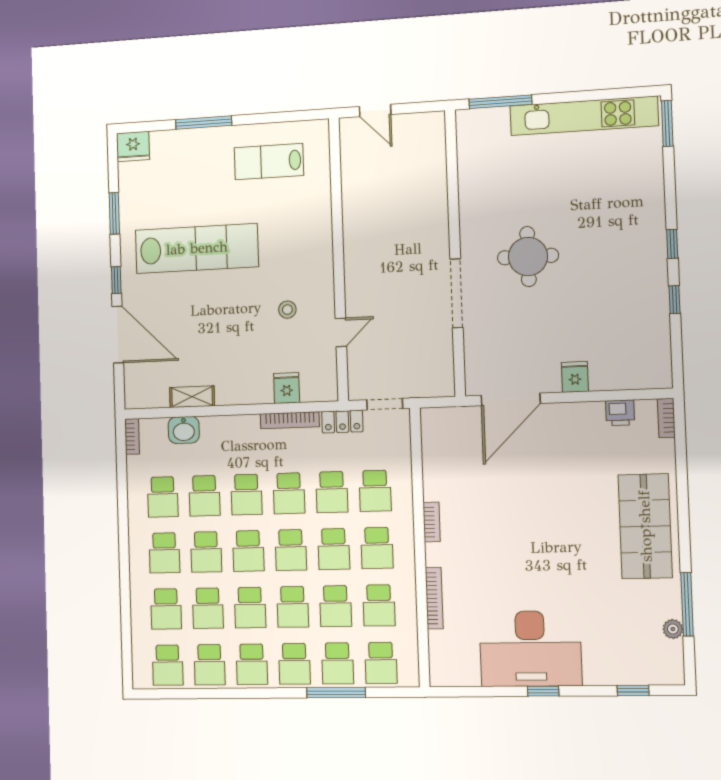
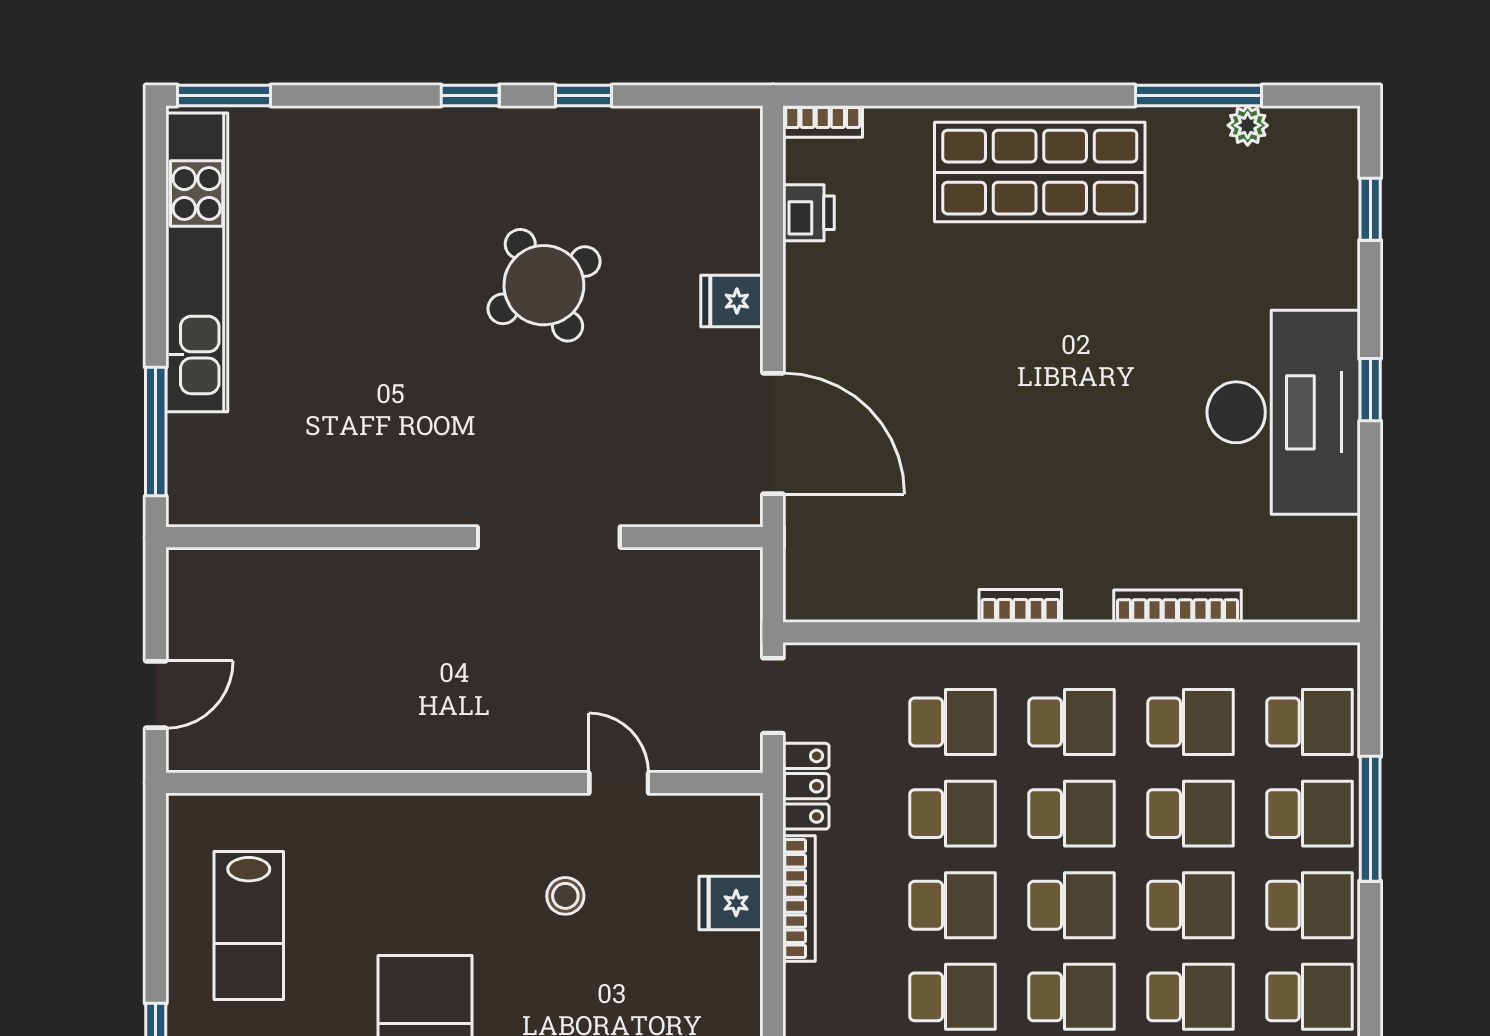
round table: (528, 257) -> (544, 285), moved, turned -30

